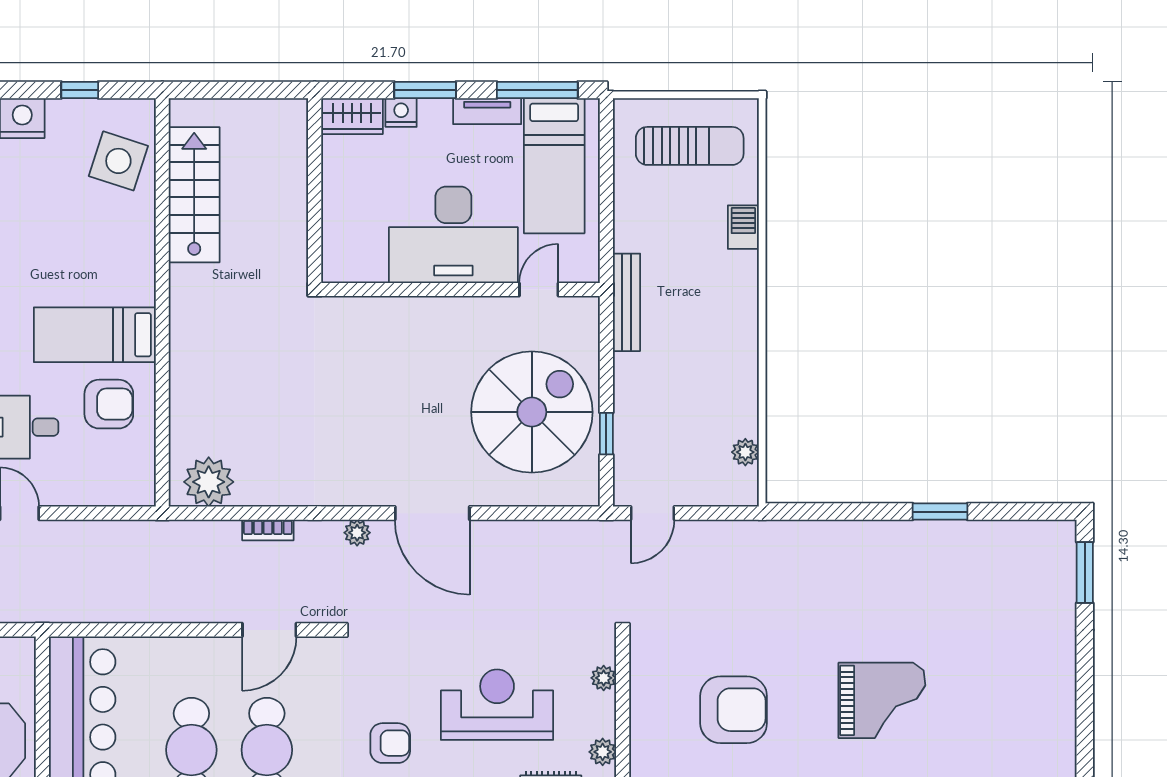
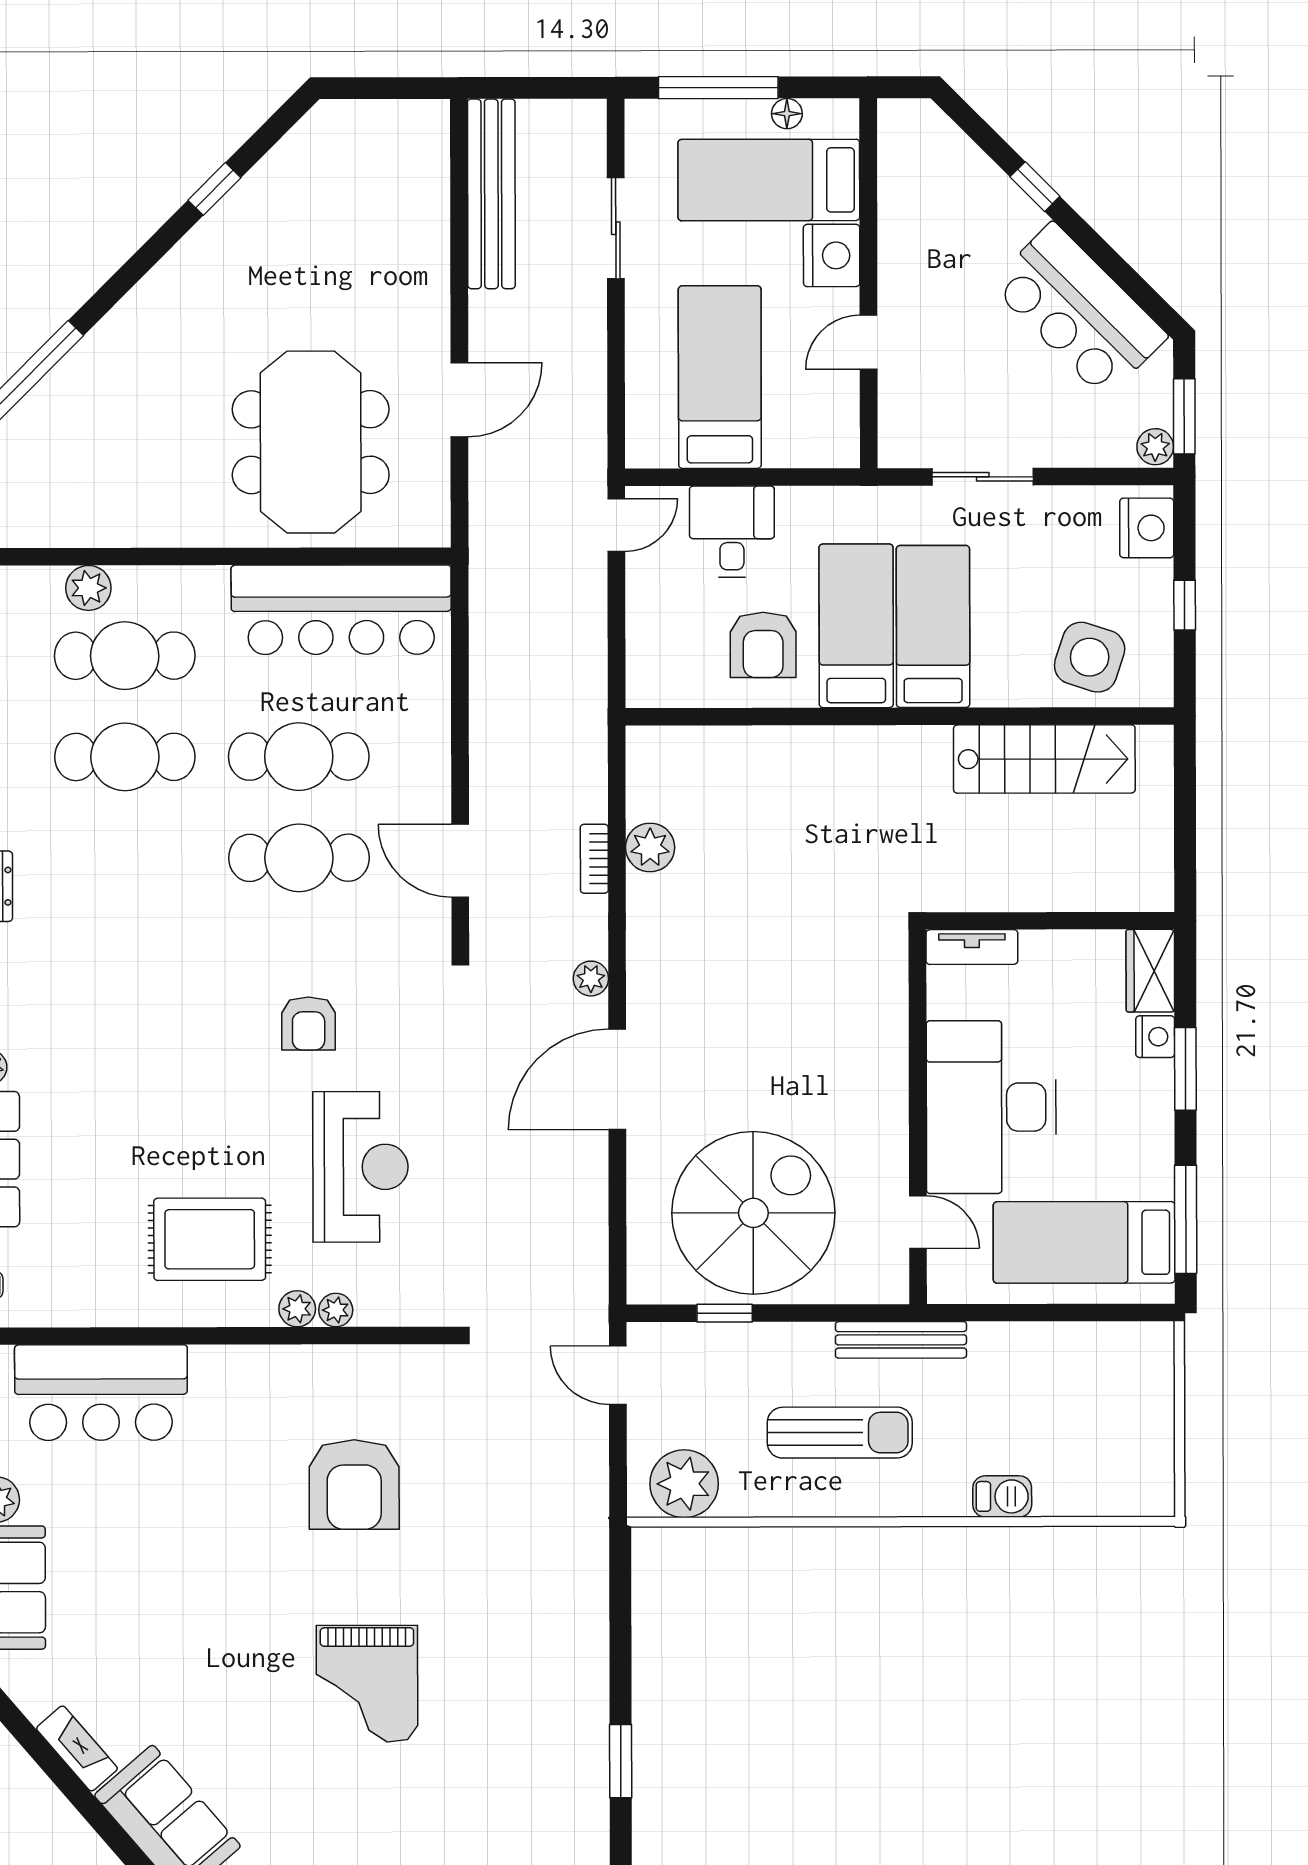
tv unit: (487, 111) -> (972, 947), moved, turned -90
sun lounger: (690, 146) -> (840, 1433), moved, turned -90
bed: (95, 278) -> (933, 626), added
spiral stairs: (532, 412) -> (753, 1213), turned -90
plant: (745, 452) -> (684, 1484), width x1.87, depth x1.87
plant: (209, 482) -> (650, 847), moved, width x0.73, depth x0.73
plant: (604, 678) -> (336, 1310), moved

